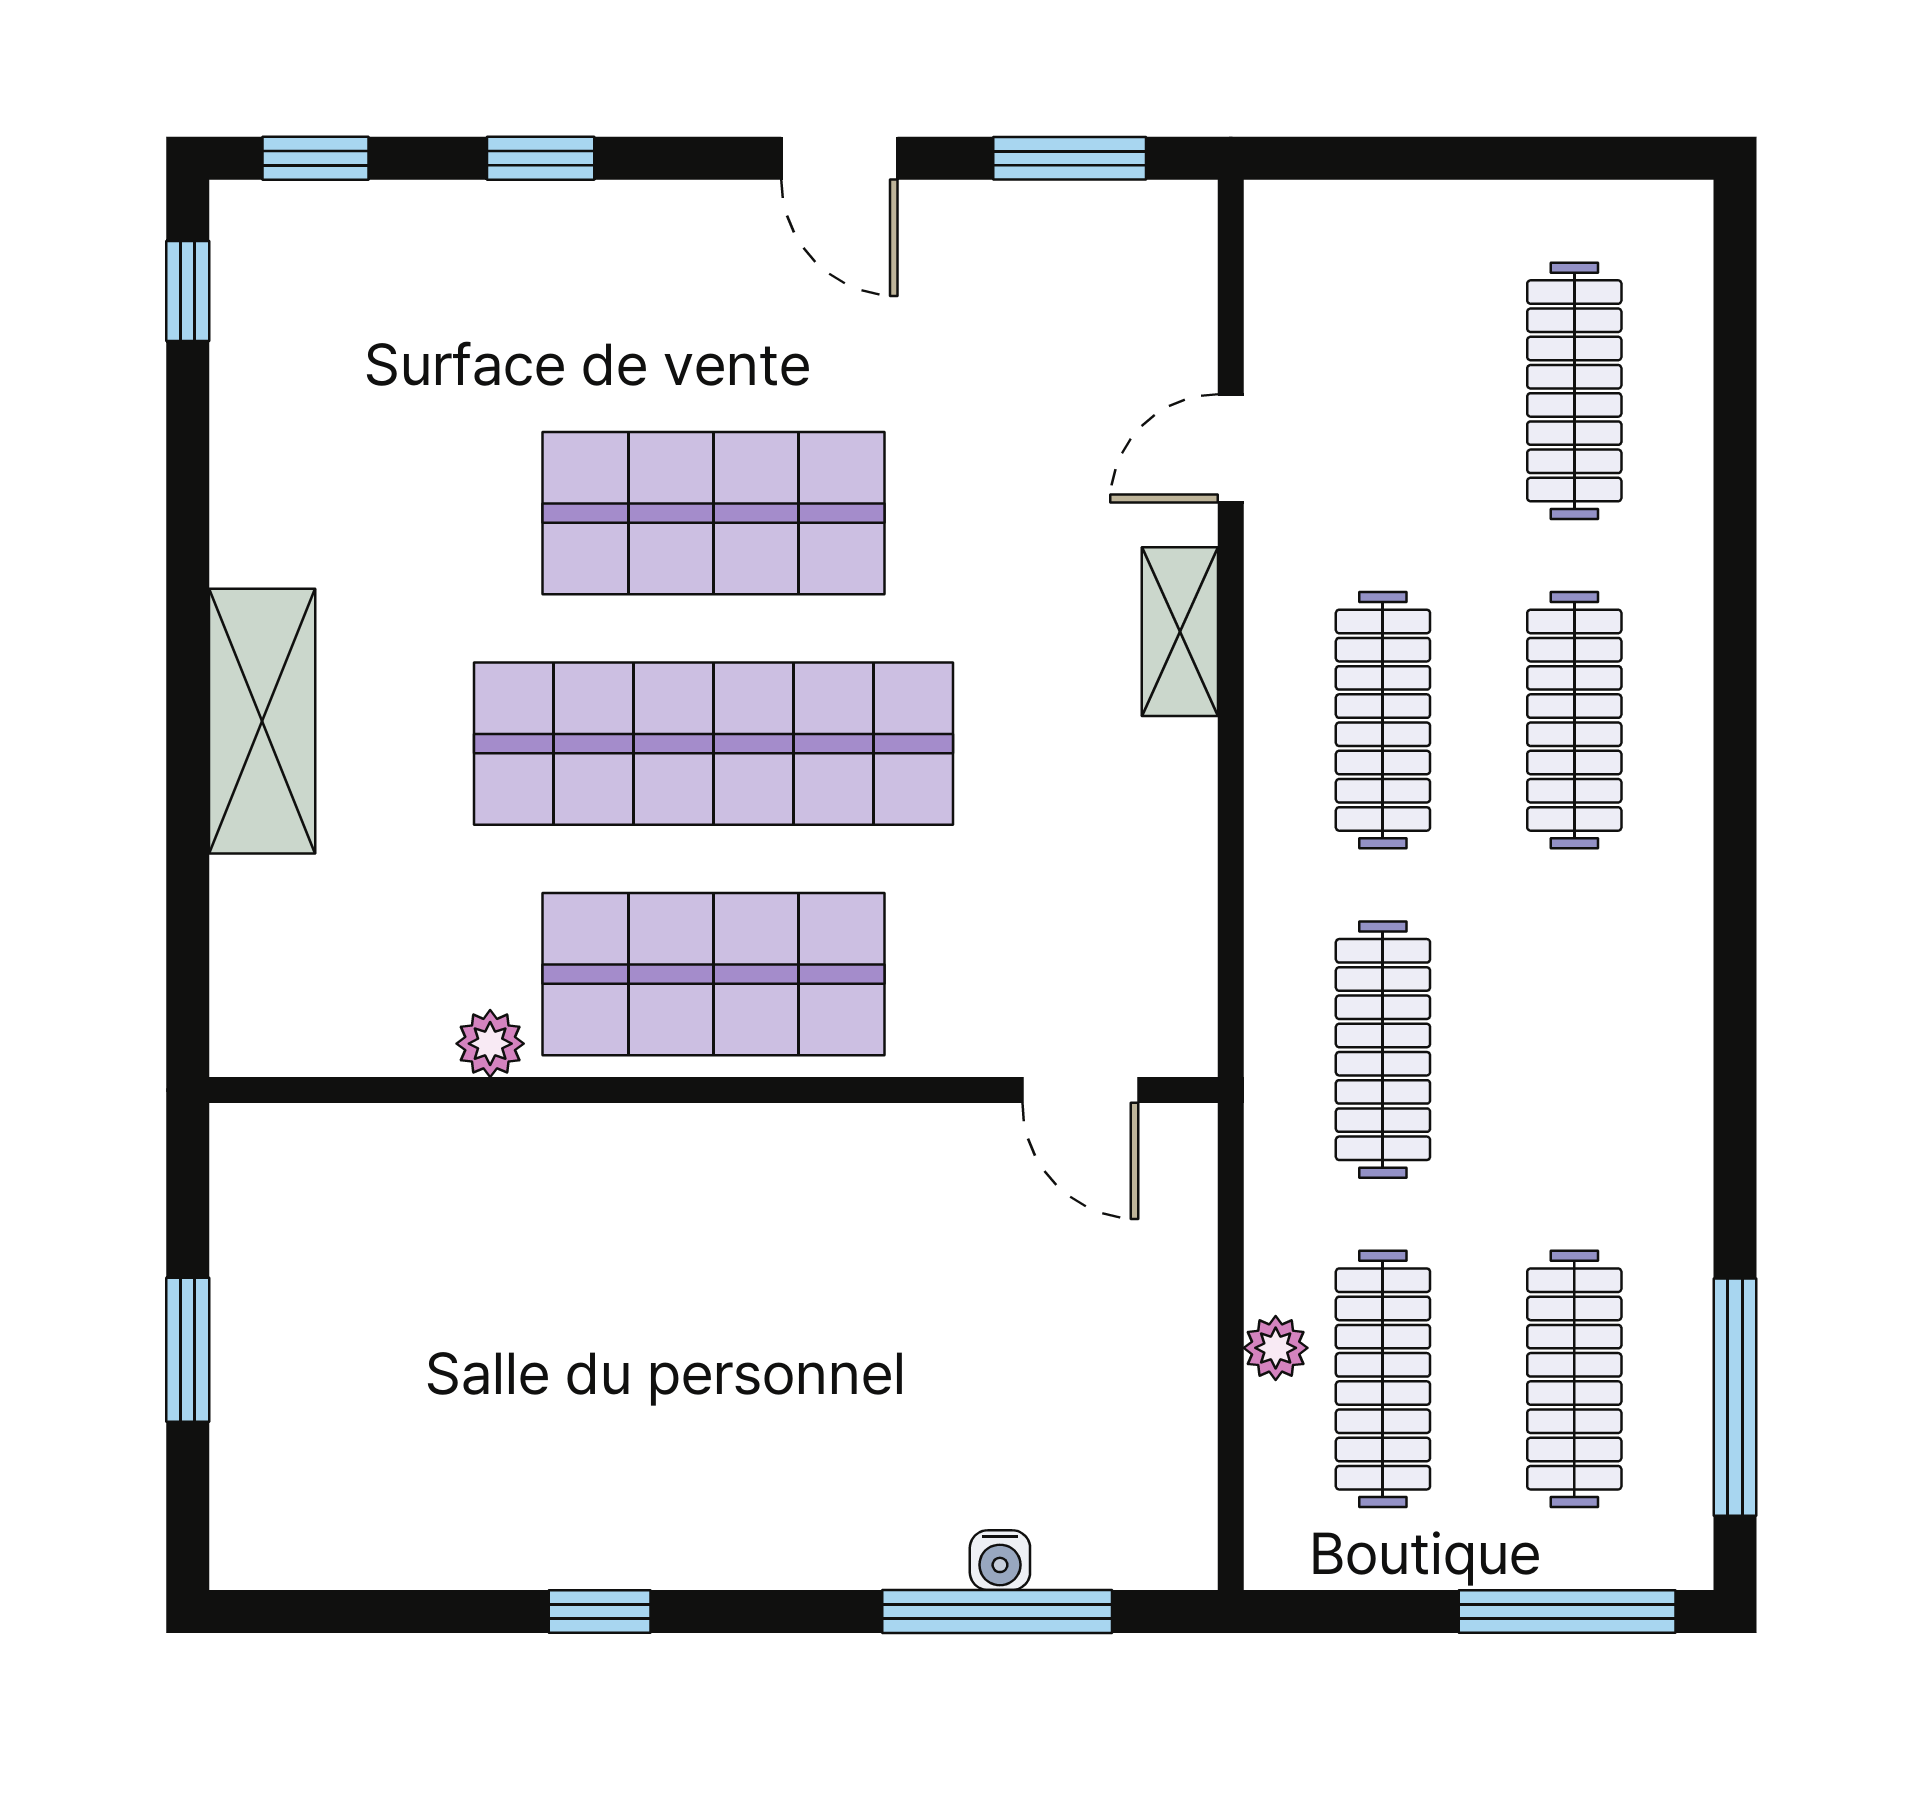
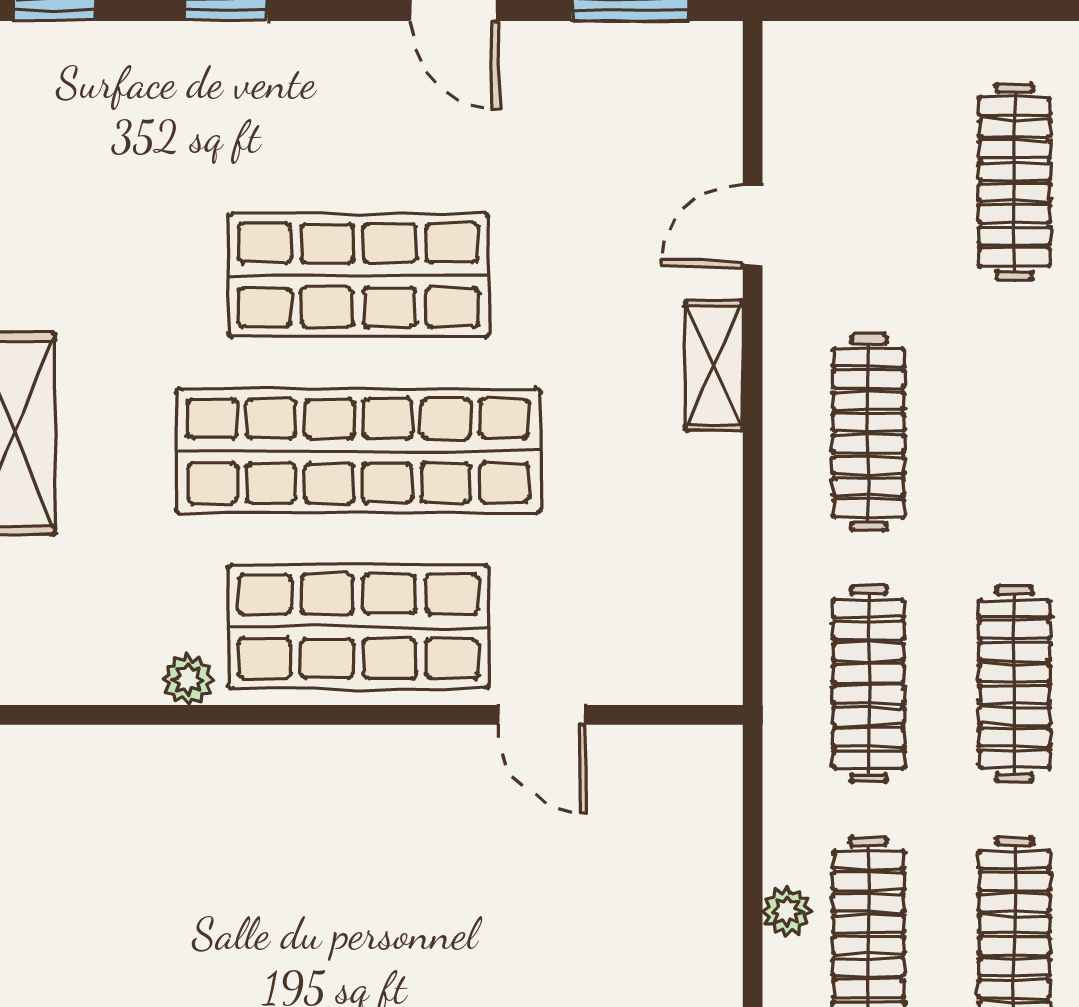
clothes rail: (1574, 720) -> (1014, 684), moved
door: (1080, 1090) -> (542, 715), moved

